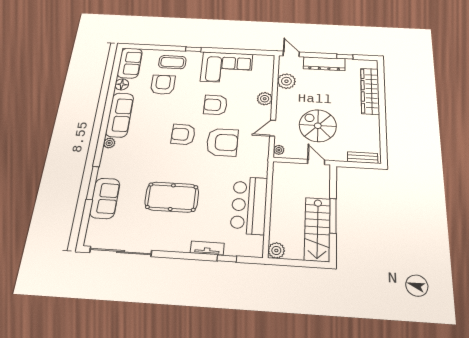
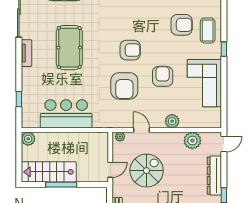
armchair: (183, 134) -> (130, 50), turned 89
tv unit: (207, 248) -> (26, 53), moved

